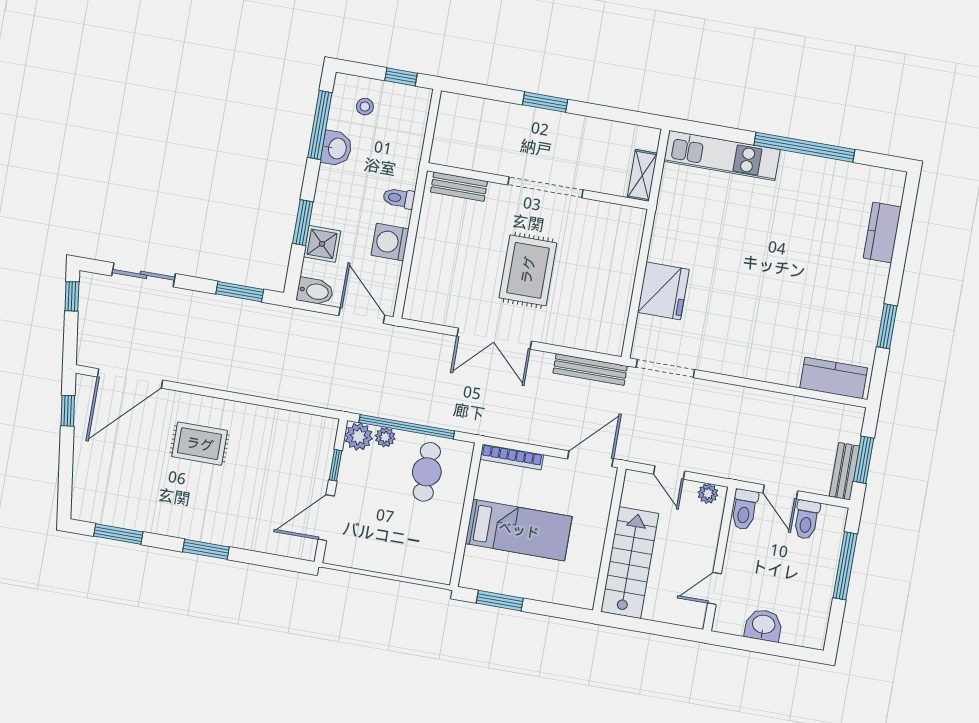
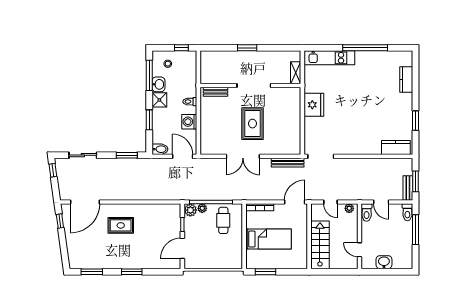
shower: (322, 244) -> (159, 100), moved
fridge: (663, 291) -> (314, 105), moved
toilet: (806, 520) -> (407, 212), moved
door: (715, 588) -> (359, 250), hinge flipped

